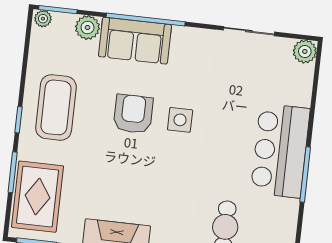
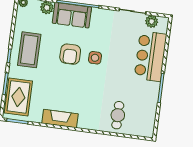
plant: (305, 51) -> (152, 21), moved
armchair: (133, 114) -> (70, 54), turned 180
bar counter: (280, 151) -> (150, 56), moved

